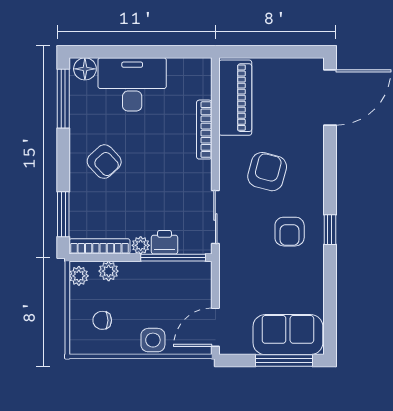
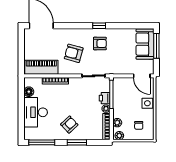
floor lamp: (85, 69) -> (29, 92), moved
window: (63, 214) -> (77, 142), moved

